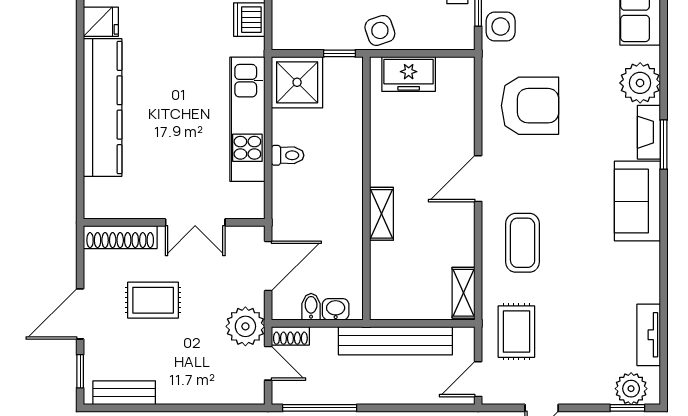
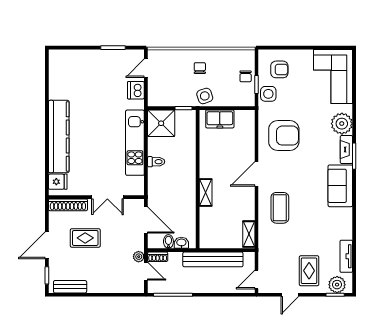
fridge: (101, 22) -> (58, 182), moved
door: (268, 266) -> (146, 220), hinge flipped
plant: (245, 326) -> (139, 257), width x0.53, depth x0.53
rug: (516, 332) -> (309, 271), moved

